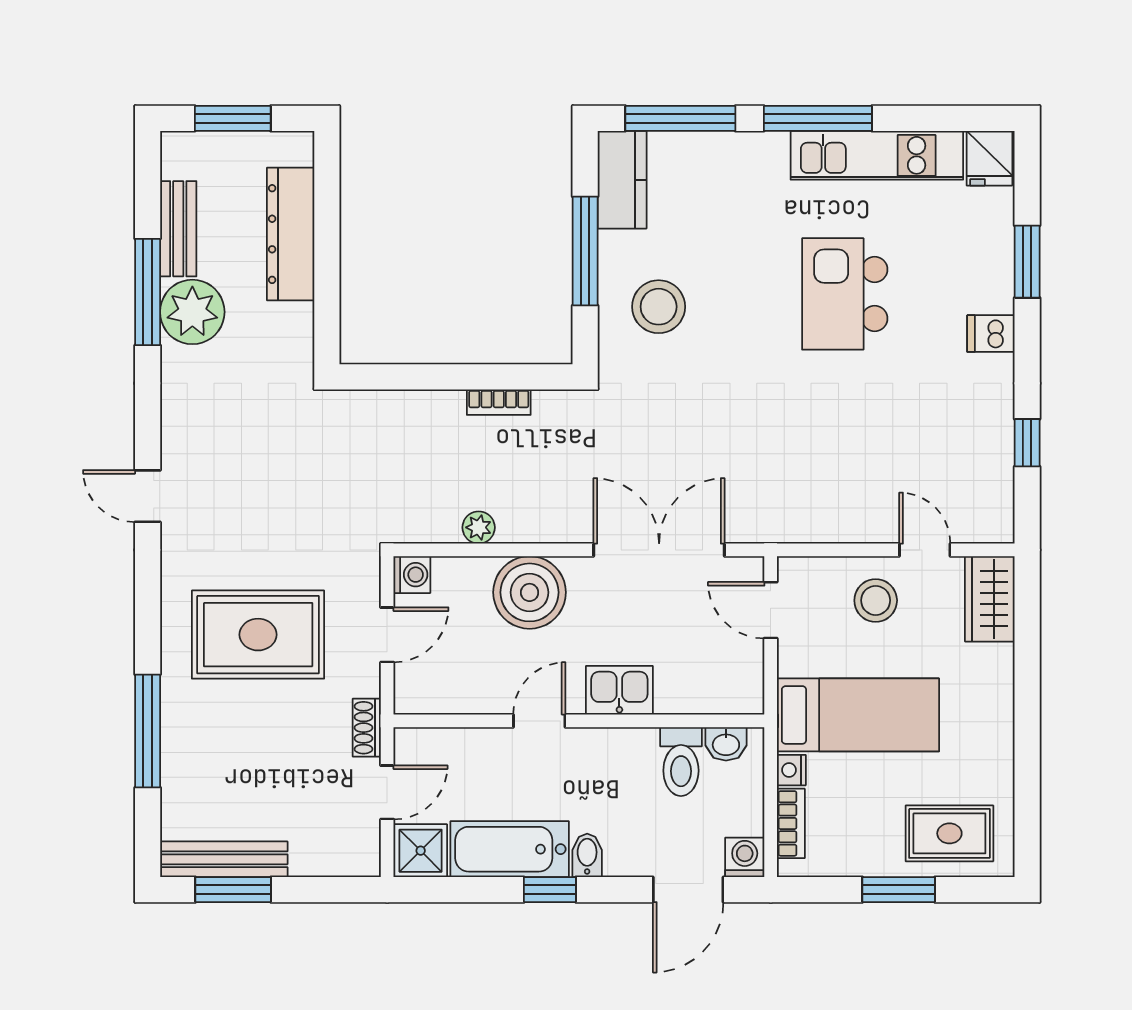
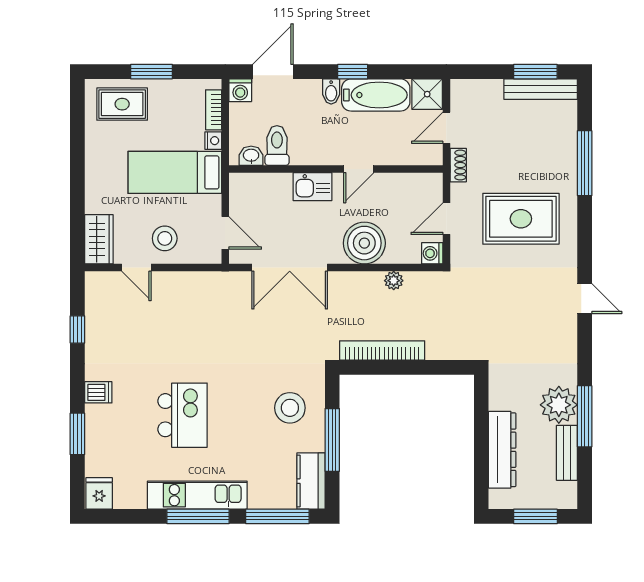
kitchen unit: (877, 155) -> (197, 495), moved
bookcase: (499, 402) -> (382, 350), width x2.31, depth x1.31

